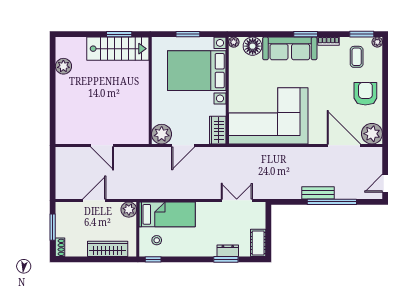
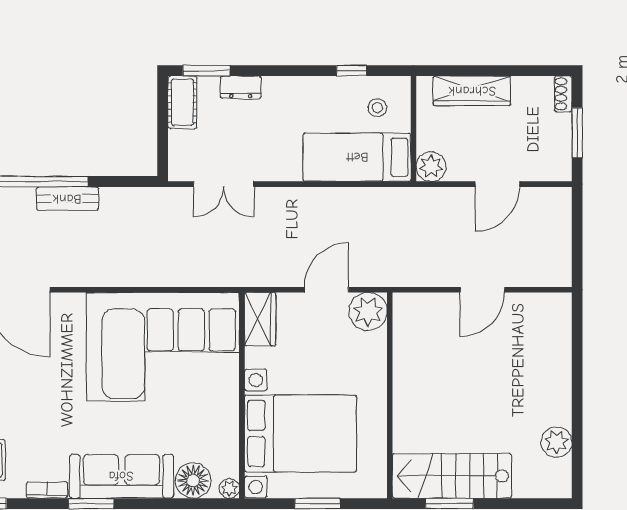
door: (102, 145) -> (482, 290), swing flipped
window: (153, 259) -> (351, 71), moved
window: (226, 259) -> (206, 71), moved

